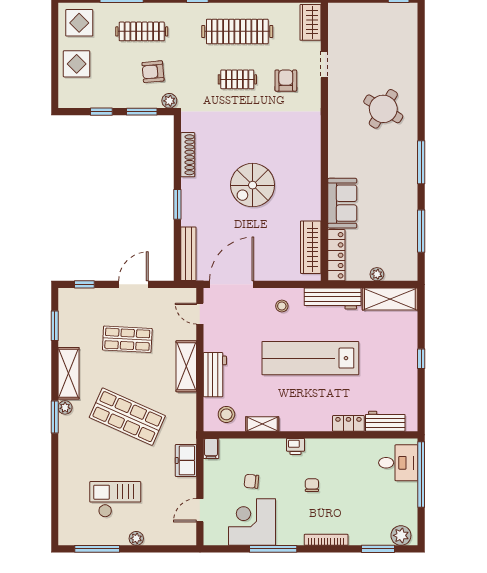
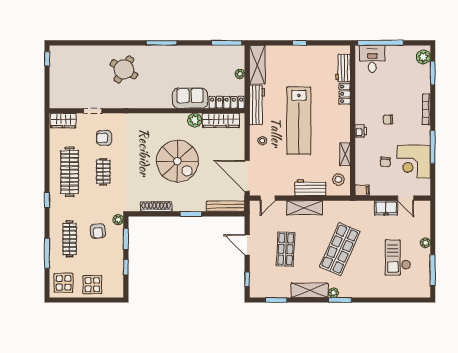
spiral stairs: (253, 185) -> (177, 161), width x1.37, depth x1.37
plant: (311, 210) -> (195, 120), added
window: (421, 231) -> (227, 43), moved
freezer: (186, 460) -> (386, 208), moved

